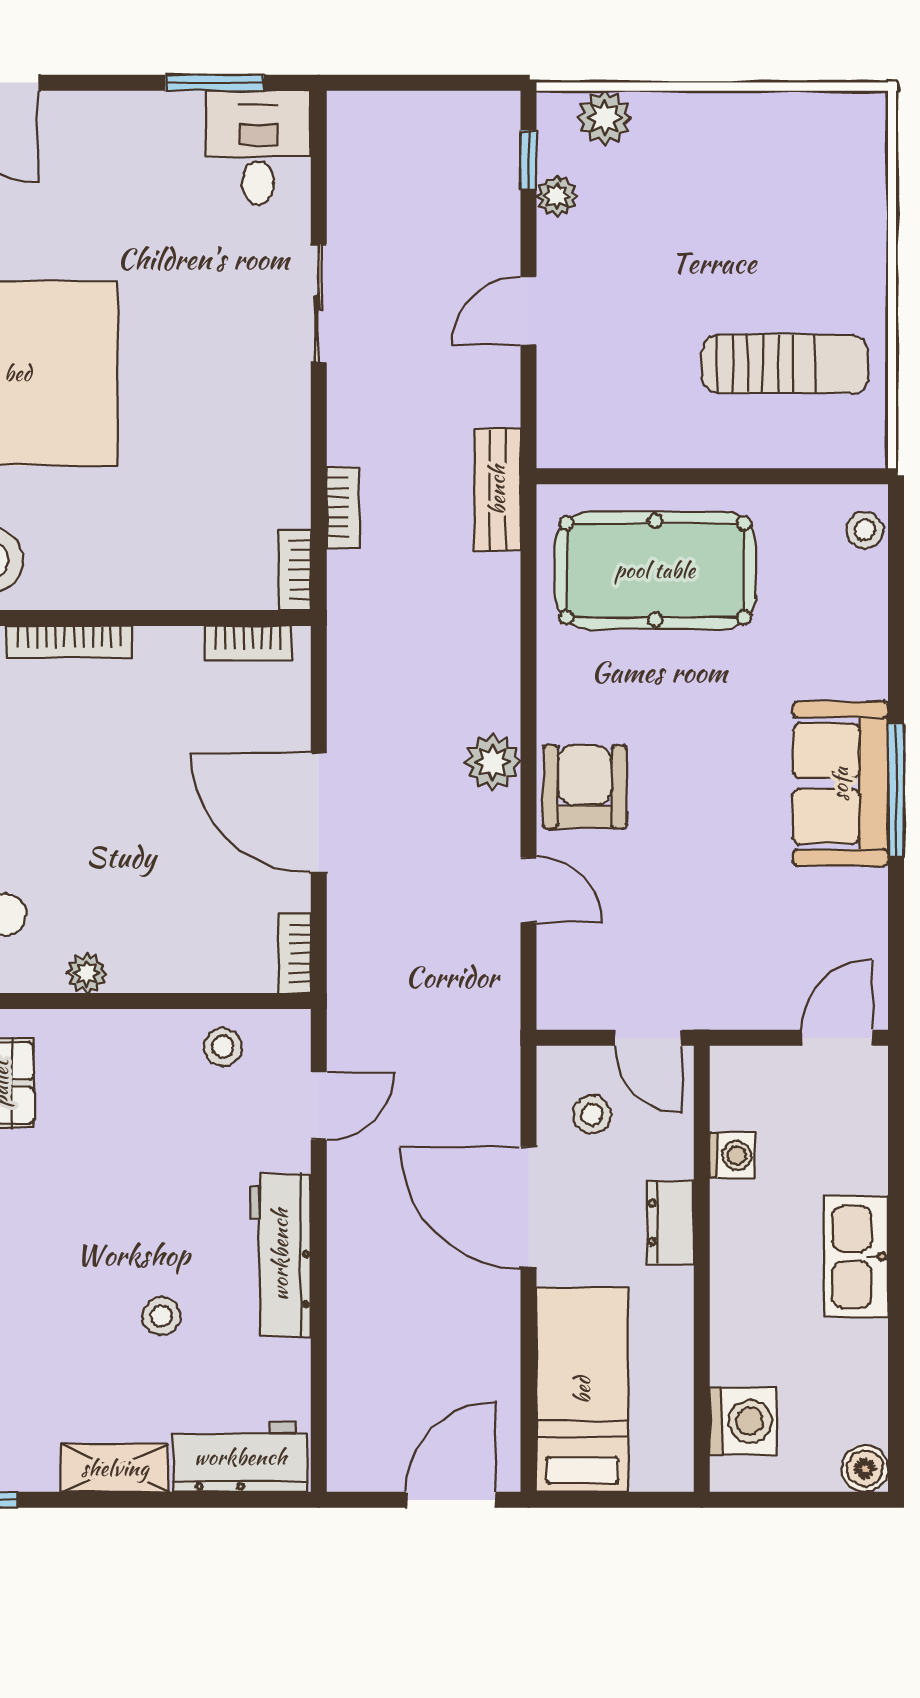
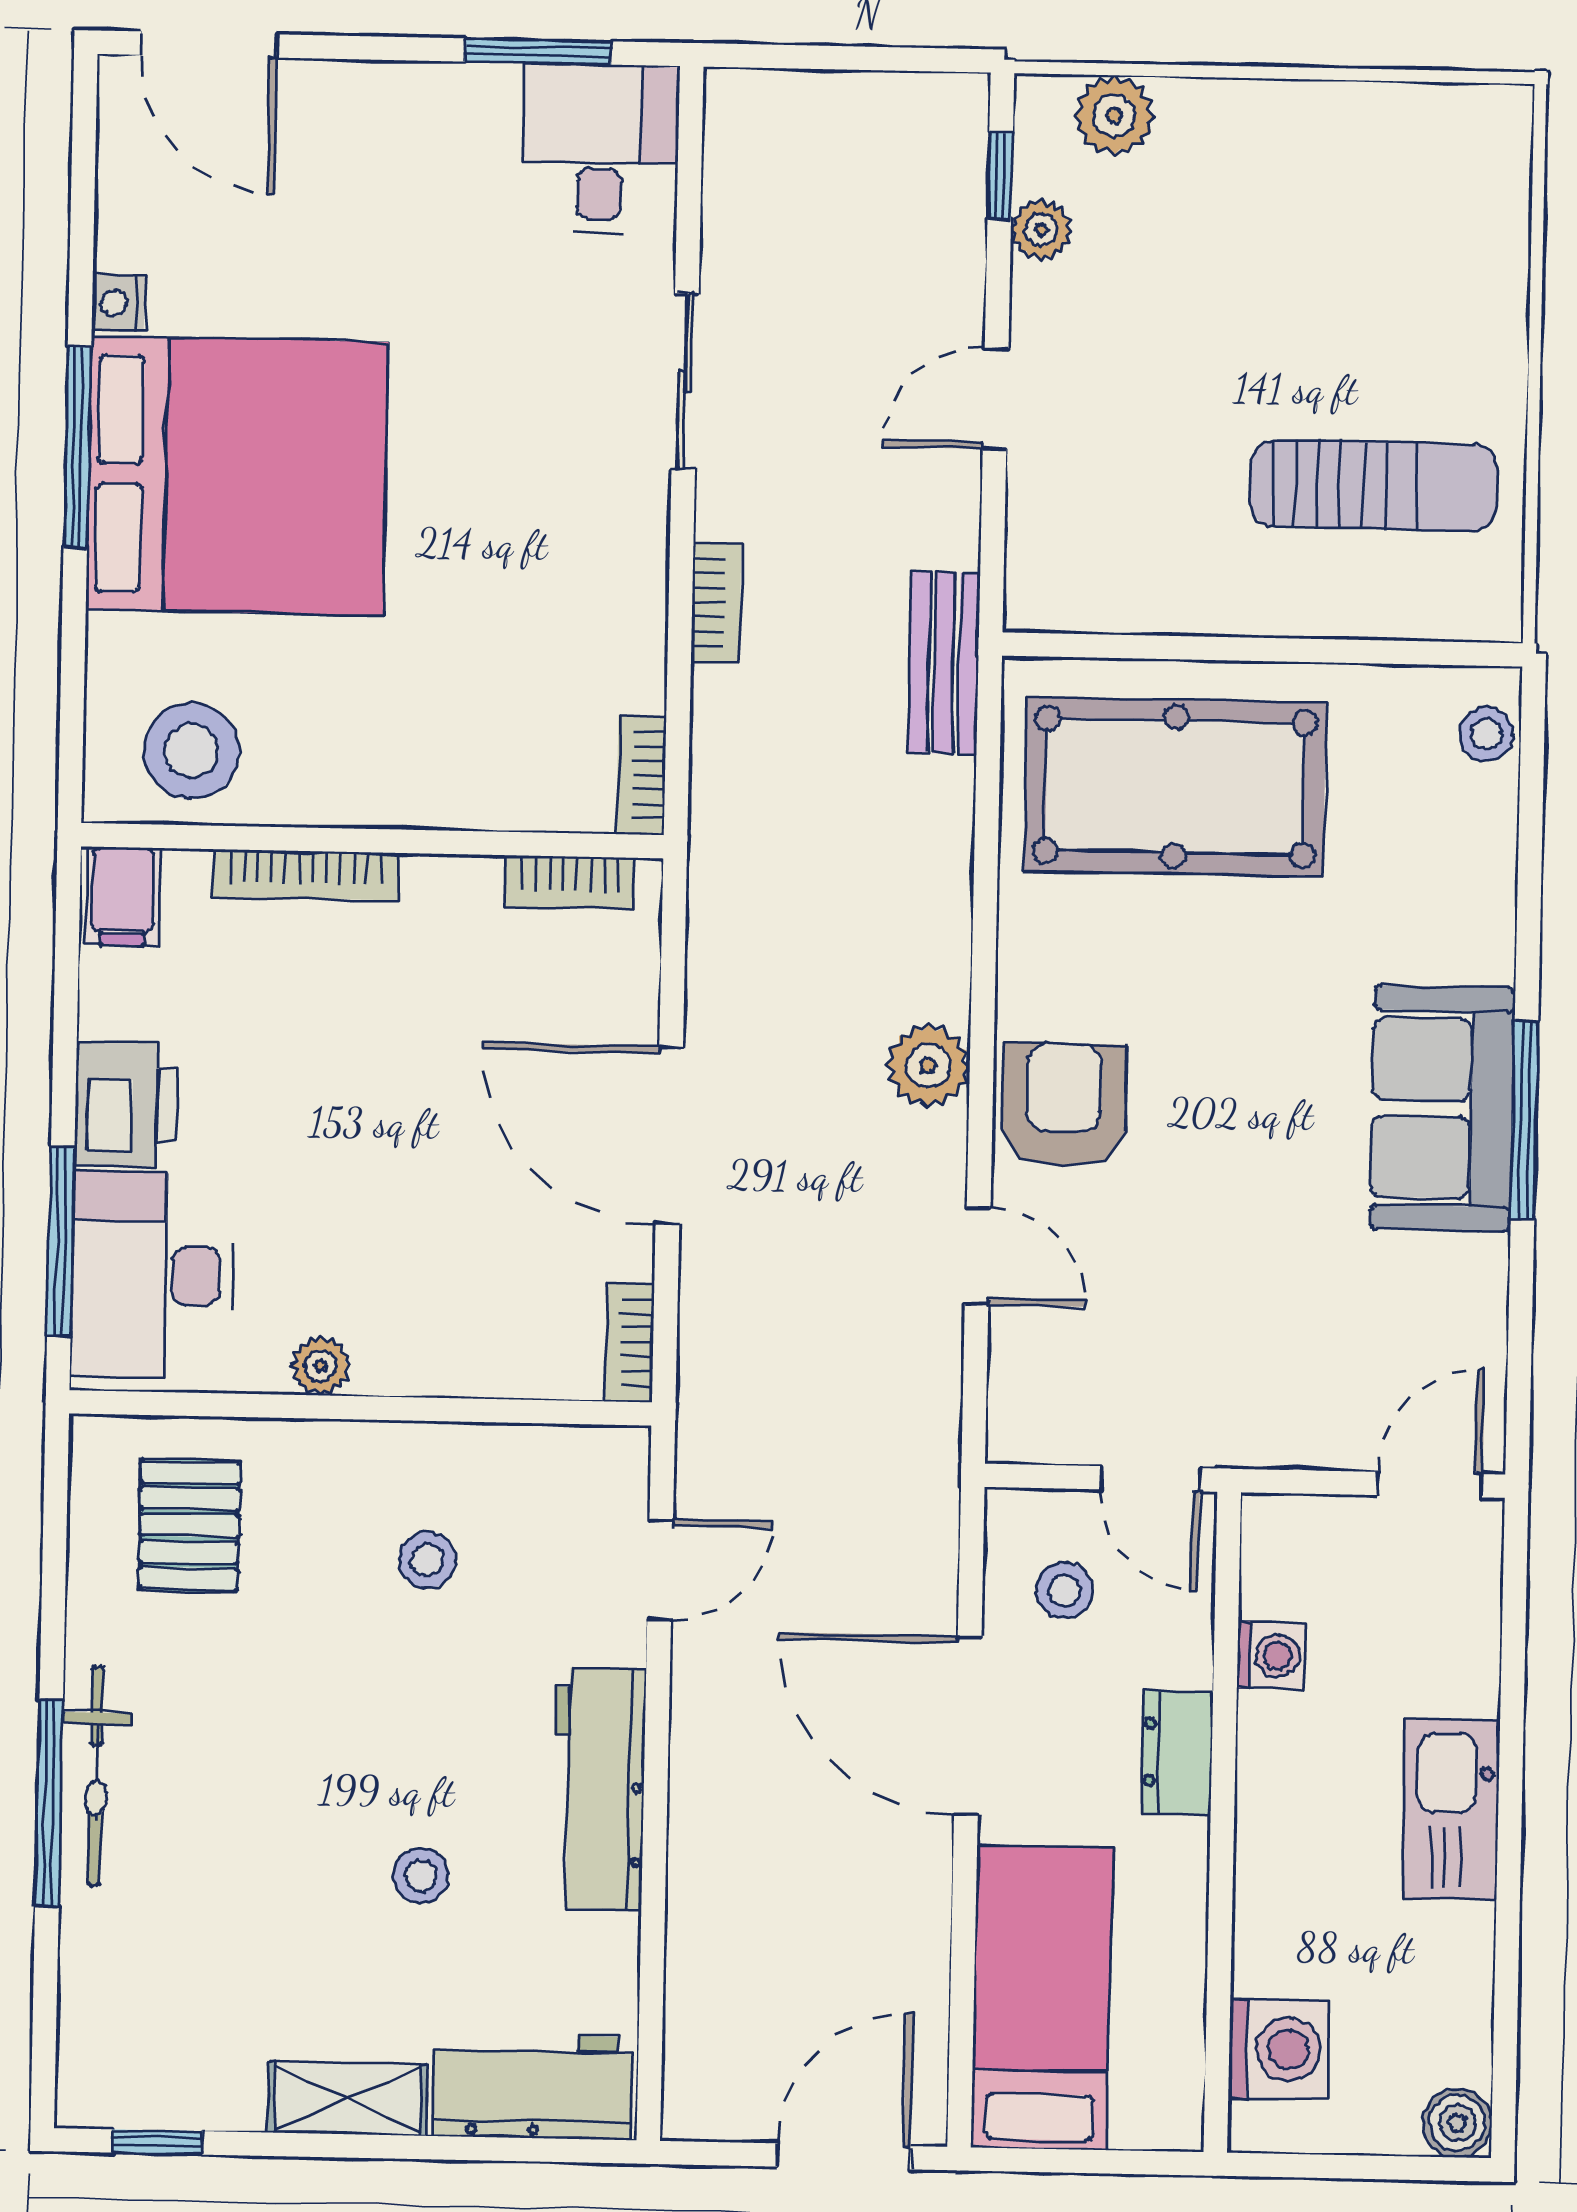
bookcase: (343, 507) -> (716, 603), moved
stool: (223, 1047) -> (427, 1560), moved

